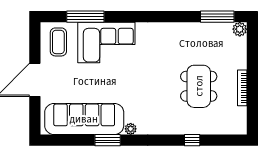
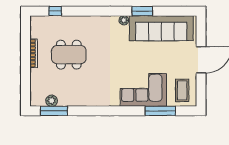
plant: (240, 29) -> (52, 101), moved
dining table: (199, 86) -> (69, 55), turned 90
window: (192, 140) -> (55, 11), moved

